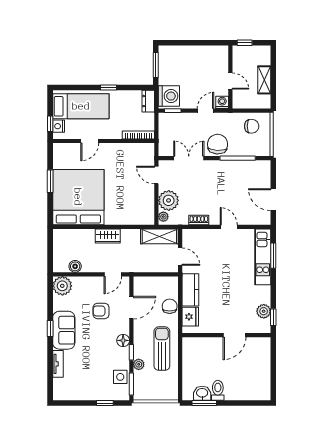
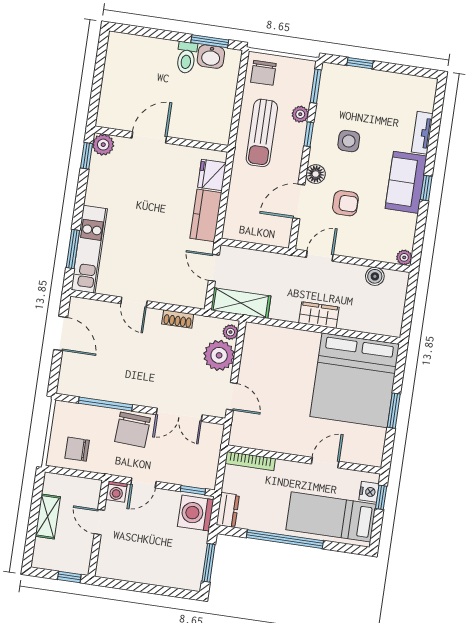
window: (109, 88) -> (285, 539), width x3.17
plant: (62, 286) -> (404, 257), width x0.53, depth x0.53
chair: (170, 306) -> (263, 73), moved
plant: (264, 311) -> (103, 145), moved
floor lamp: (123, 340) -> (316, 174), moved
side table: (120, 377) -> (349, 141), moved

